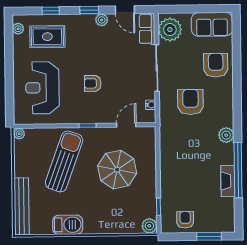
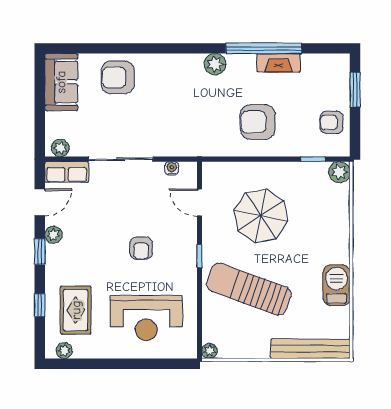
plant: (170, 30) -> (60, 148), width x0.53, depth x0.53
armchair: (190, 102) -> (258, 122), moved

